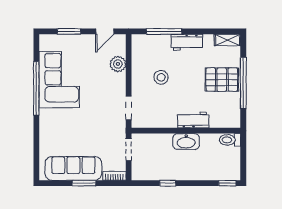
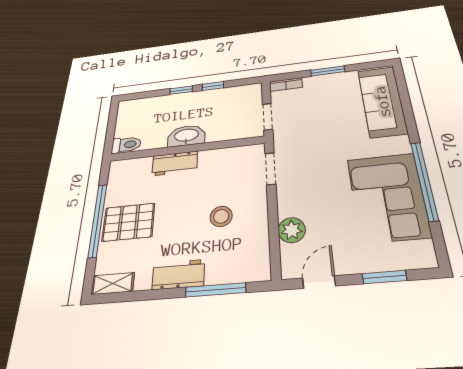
sofa: (73, 168) -> (382, 101), moved, turned 90
window: (227, 183) -> (181, 90), moved

